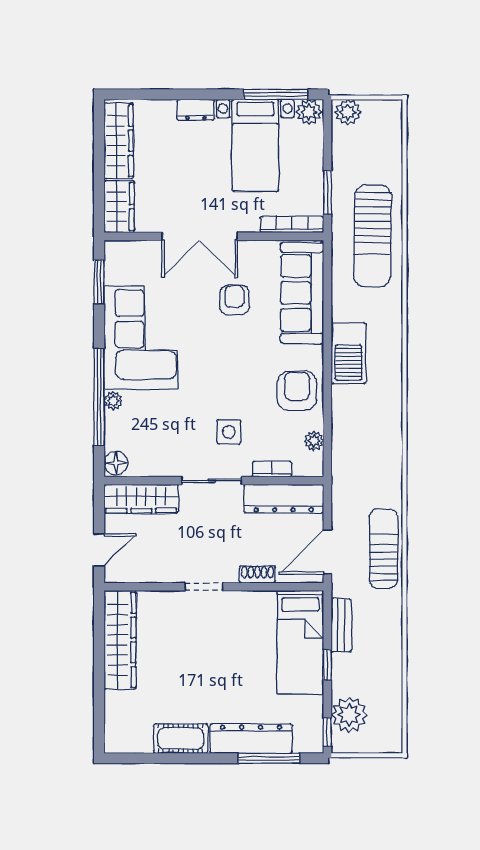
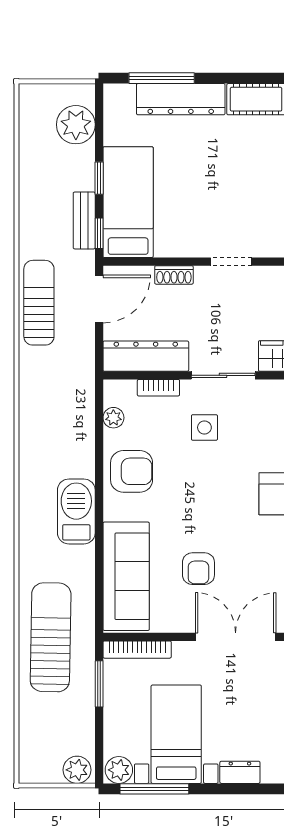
armchair: (297, 391) -> (132, 471), turned -90
sun lounger: (383, 548) -> (39, 303), turned 180
window: (327, 732) -> (99, 233), moved

